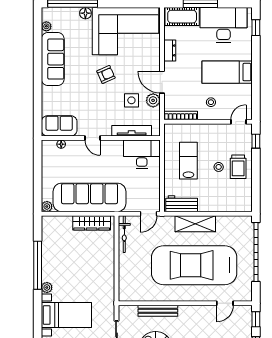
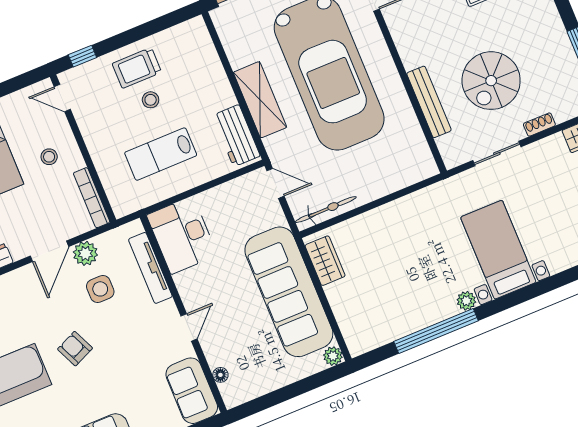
trolley: (238, 167) -> (137, 68), turned 180
wardrobe: (92, 223) -> (325, 261), width x0.67

